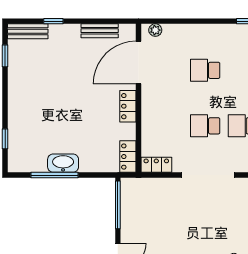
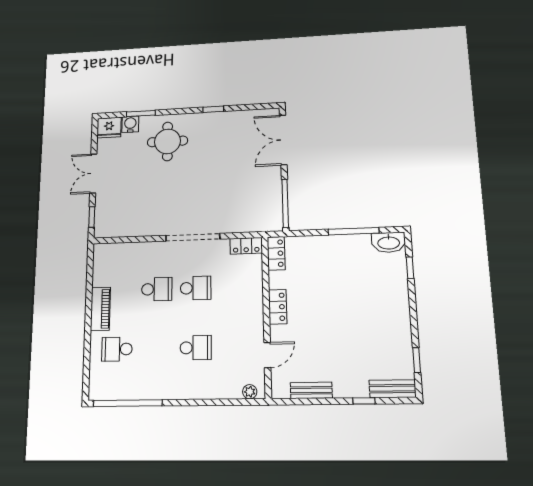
door: (138, 63) -> (267, 355), width x0.53
washbasin: (63, 163) -> (389, 242), moved

